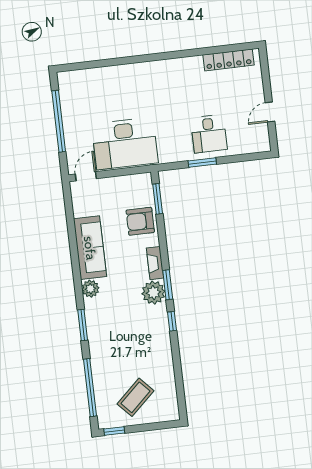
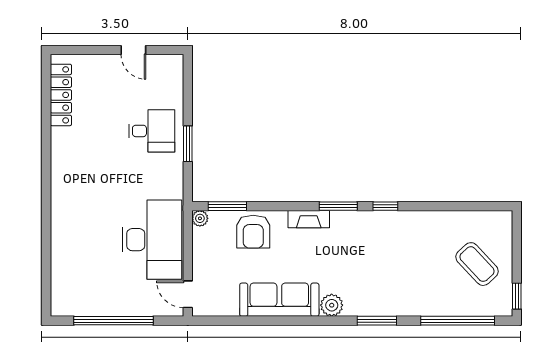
plant: (153, 293) -> (200, 218), moved, width x0.53, depth x0.53

